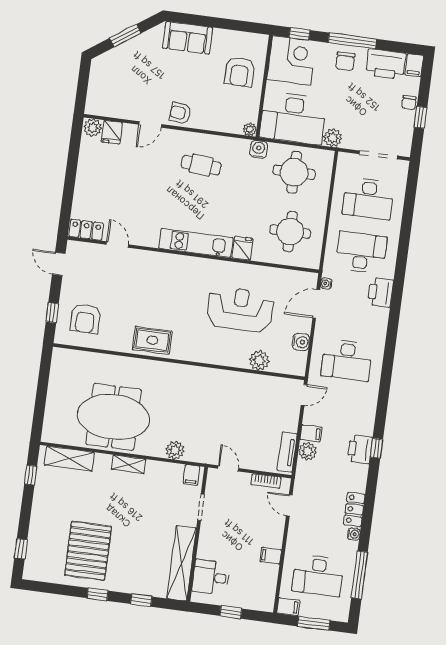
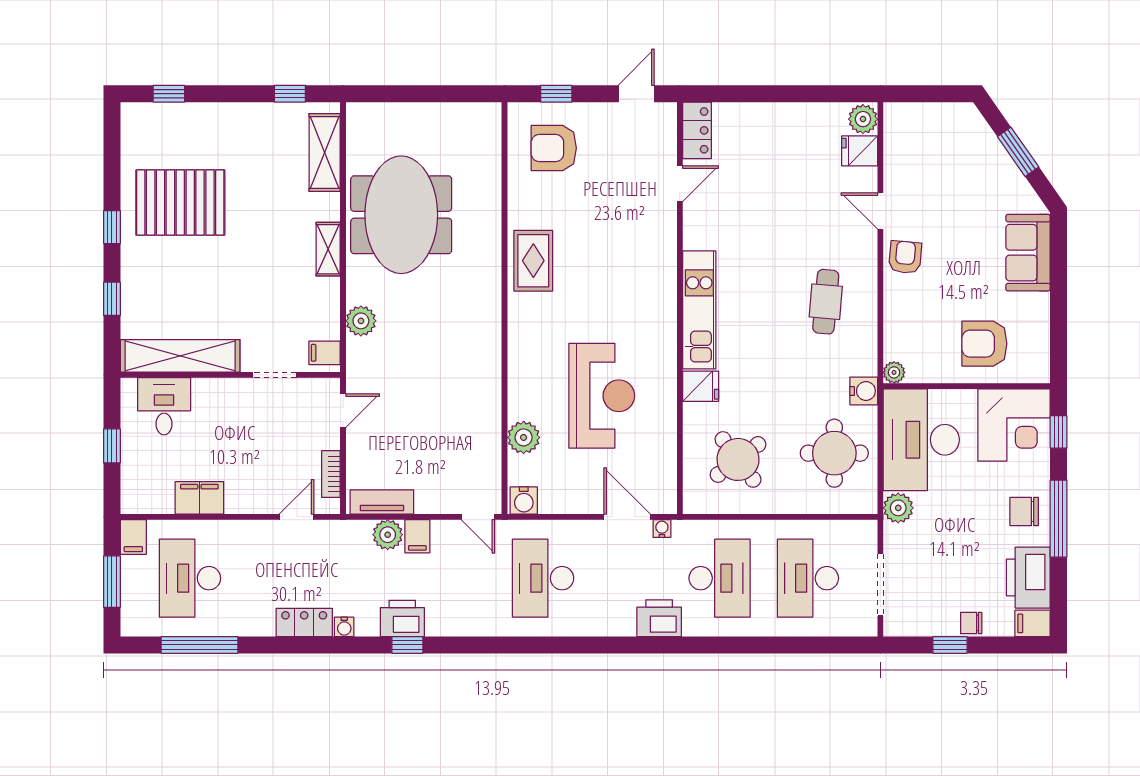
round table: (290, 231) -> (738, 459), turned -37
water cooler: (301, 342) -> (524, 501), moved
water cooler: (354, 534) -> (344, 627), moved
filing cabinet: (271, 556) -> (199, 498), width x2.00

